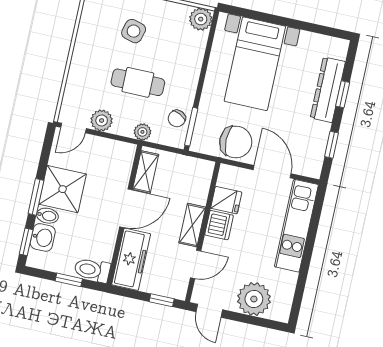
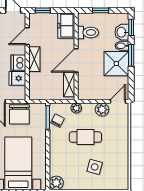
chair: (236, 142) -> (19, 114), turned -90
freezer: (131, 259) -> (66, 26), width x0.71
toilet: (92, 270) -> (88, 32), moved

